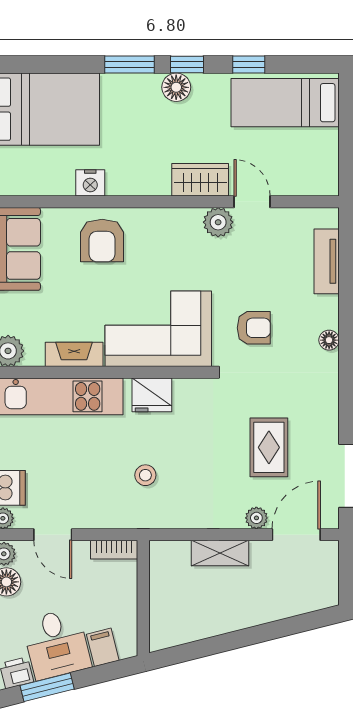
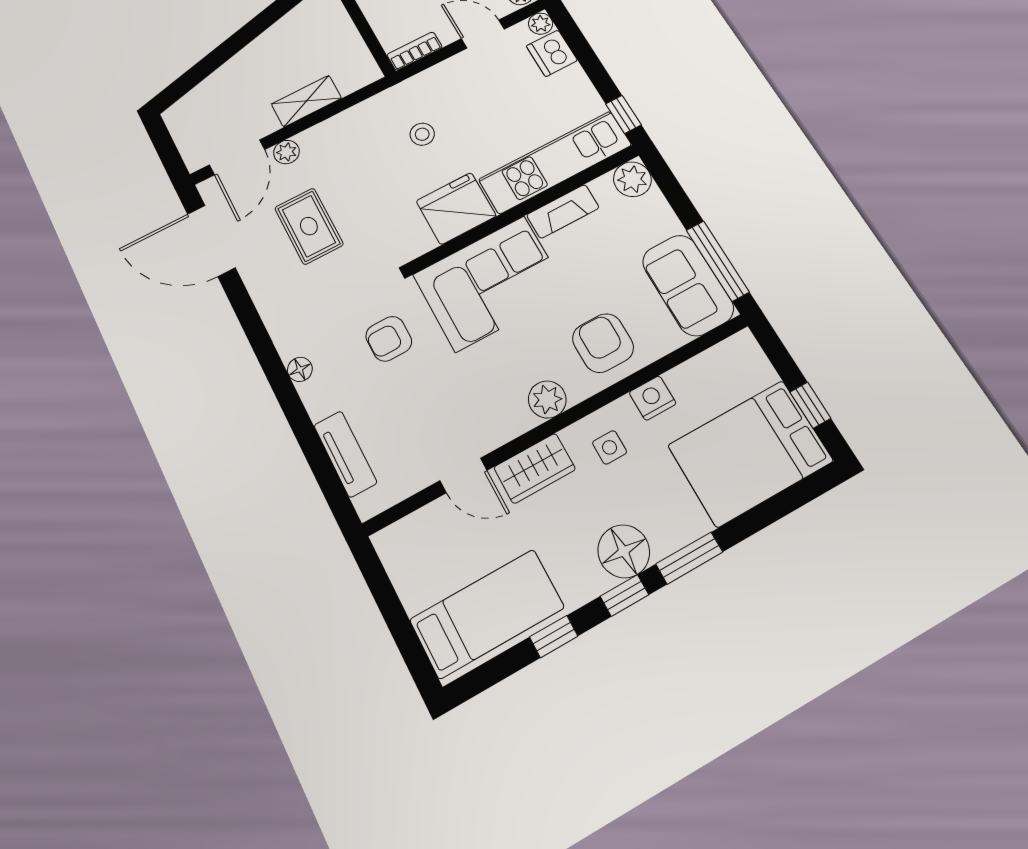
floor lamp: (176, 87) -> (624, 551), width x1.38, depth x1.38
side table: (140, 166) -> (610, 447), added
plant: (218, 222) -> (547, 399), moved
fridge: (152, 395) -> (456, 208), width x1.36, depth x1.34

